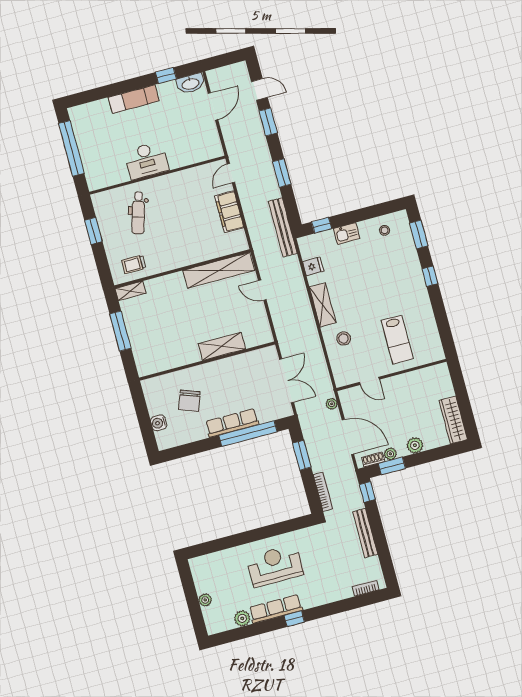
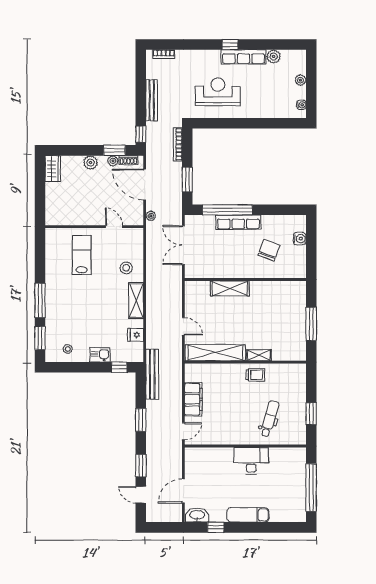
trolley: (134, 264) -> (255, 375), moved
window: (430, 276) -> (40, 300), width x2.17
shelving: (131, 291) -> (259, 355), moved
wardrobe: (453, 420) -> (53, 169), width x0.67
reception desk: (275, 566) -> (218, 92), moved, turned 180
water cooler: (197, 573) -> (301, 105), added

